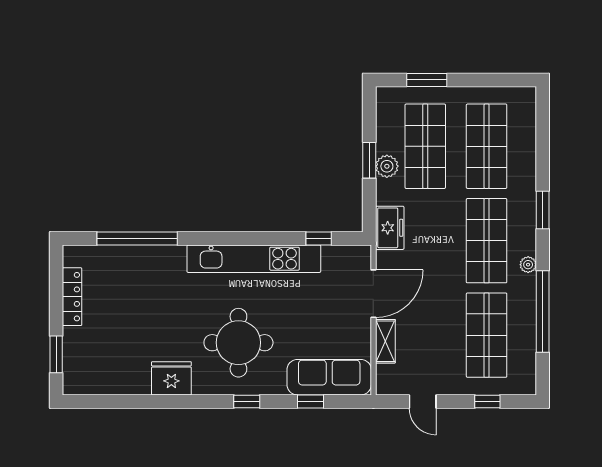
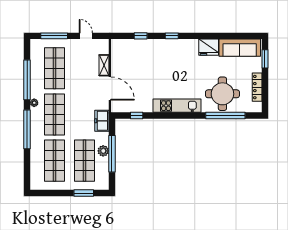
window: (369, 160) -> (112, 154), width x2.11
window: (543, 210) -> (27, 129), width x2.11
kitchen unit: (254, 259) -> (177, 106), width x0.73
door: (373, 294) -> (110, 89), swing flipped
round table: (238, 343) -> (222, 94), moved
sofa: (329, 377) -> (240, 48), moved
window: (487, 401) -> (54, 36), width x2.17

